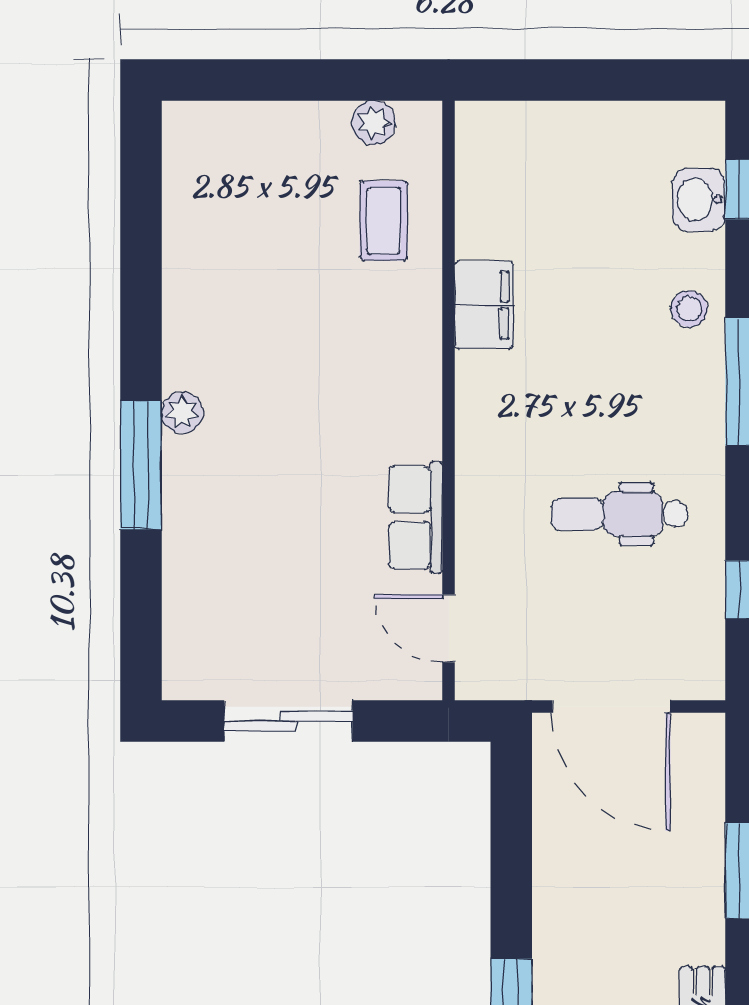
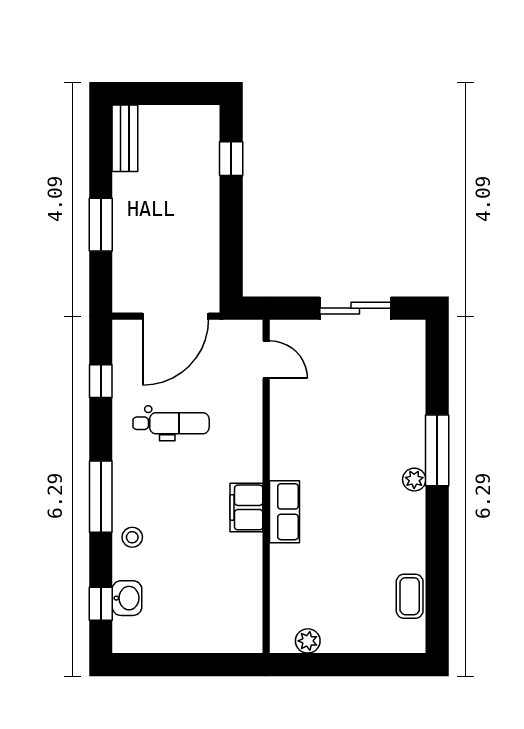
coffee table: (384, 221) -> (410, 596), moved
filing cabinet: (484, 305) -> (246, 507), moved
row of seats: (416, 517) -> (284, 512), moved
door: (611, 707) -> (176, 316), swing flipped

